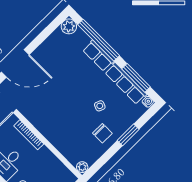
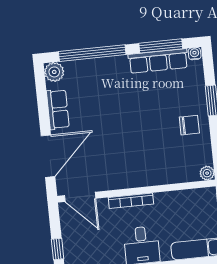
row of seats: (98, 56) -> (58, 109), moved, turned -90
side table: (100, 106) -> (160, 105), removed

